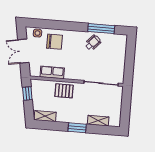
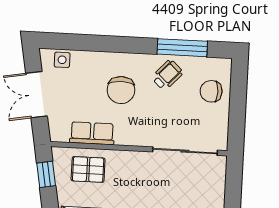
chair: (54, 42) -> (121, 90), moved, turned 90
chair: (116, 52) -> (211, 91), added
pallet: (64, 91) -> (88, 169), moved

